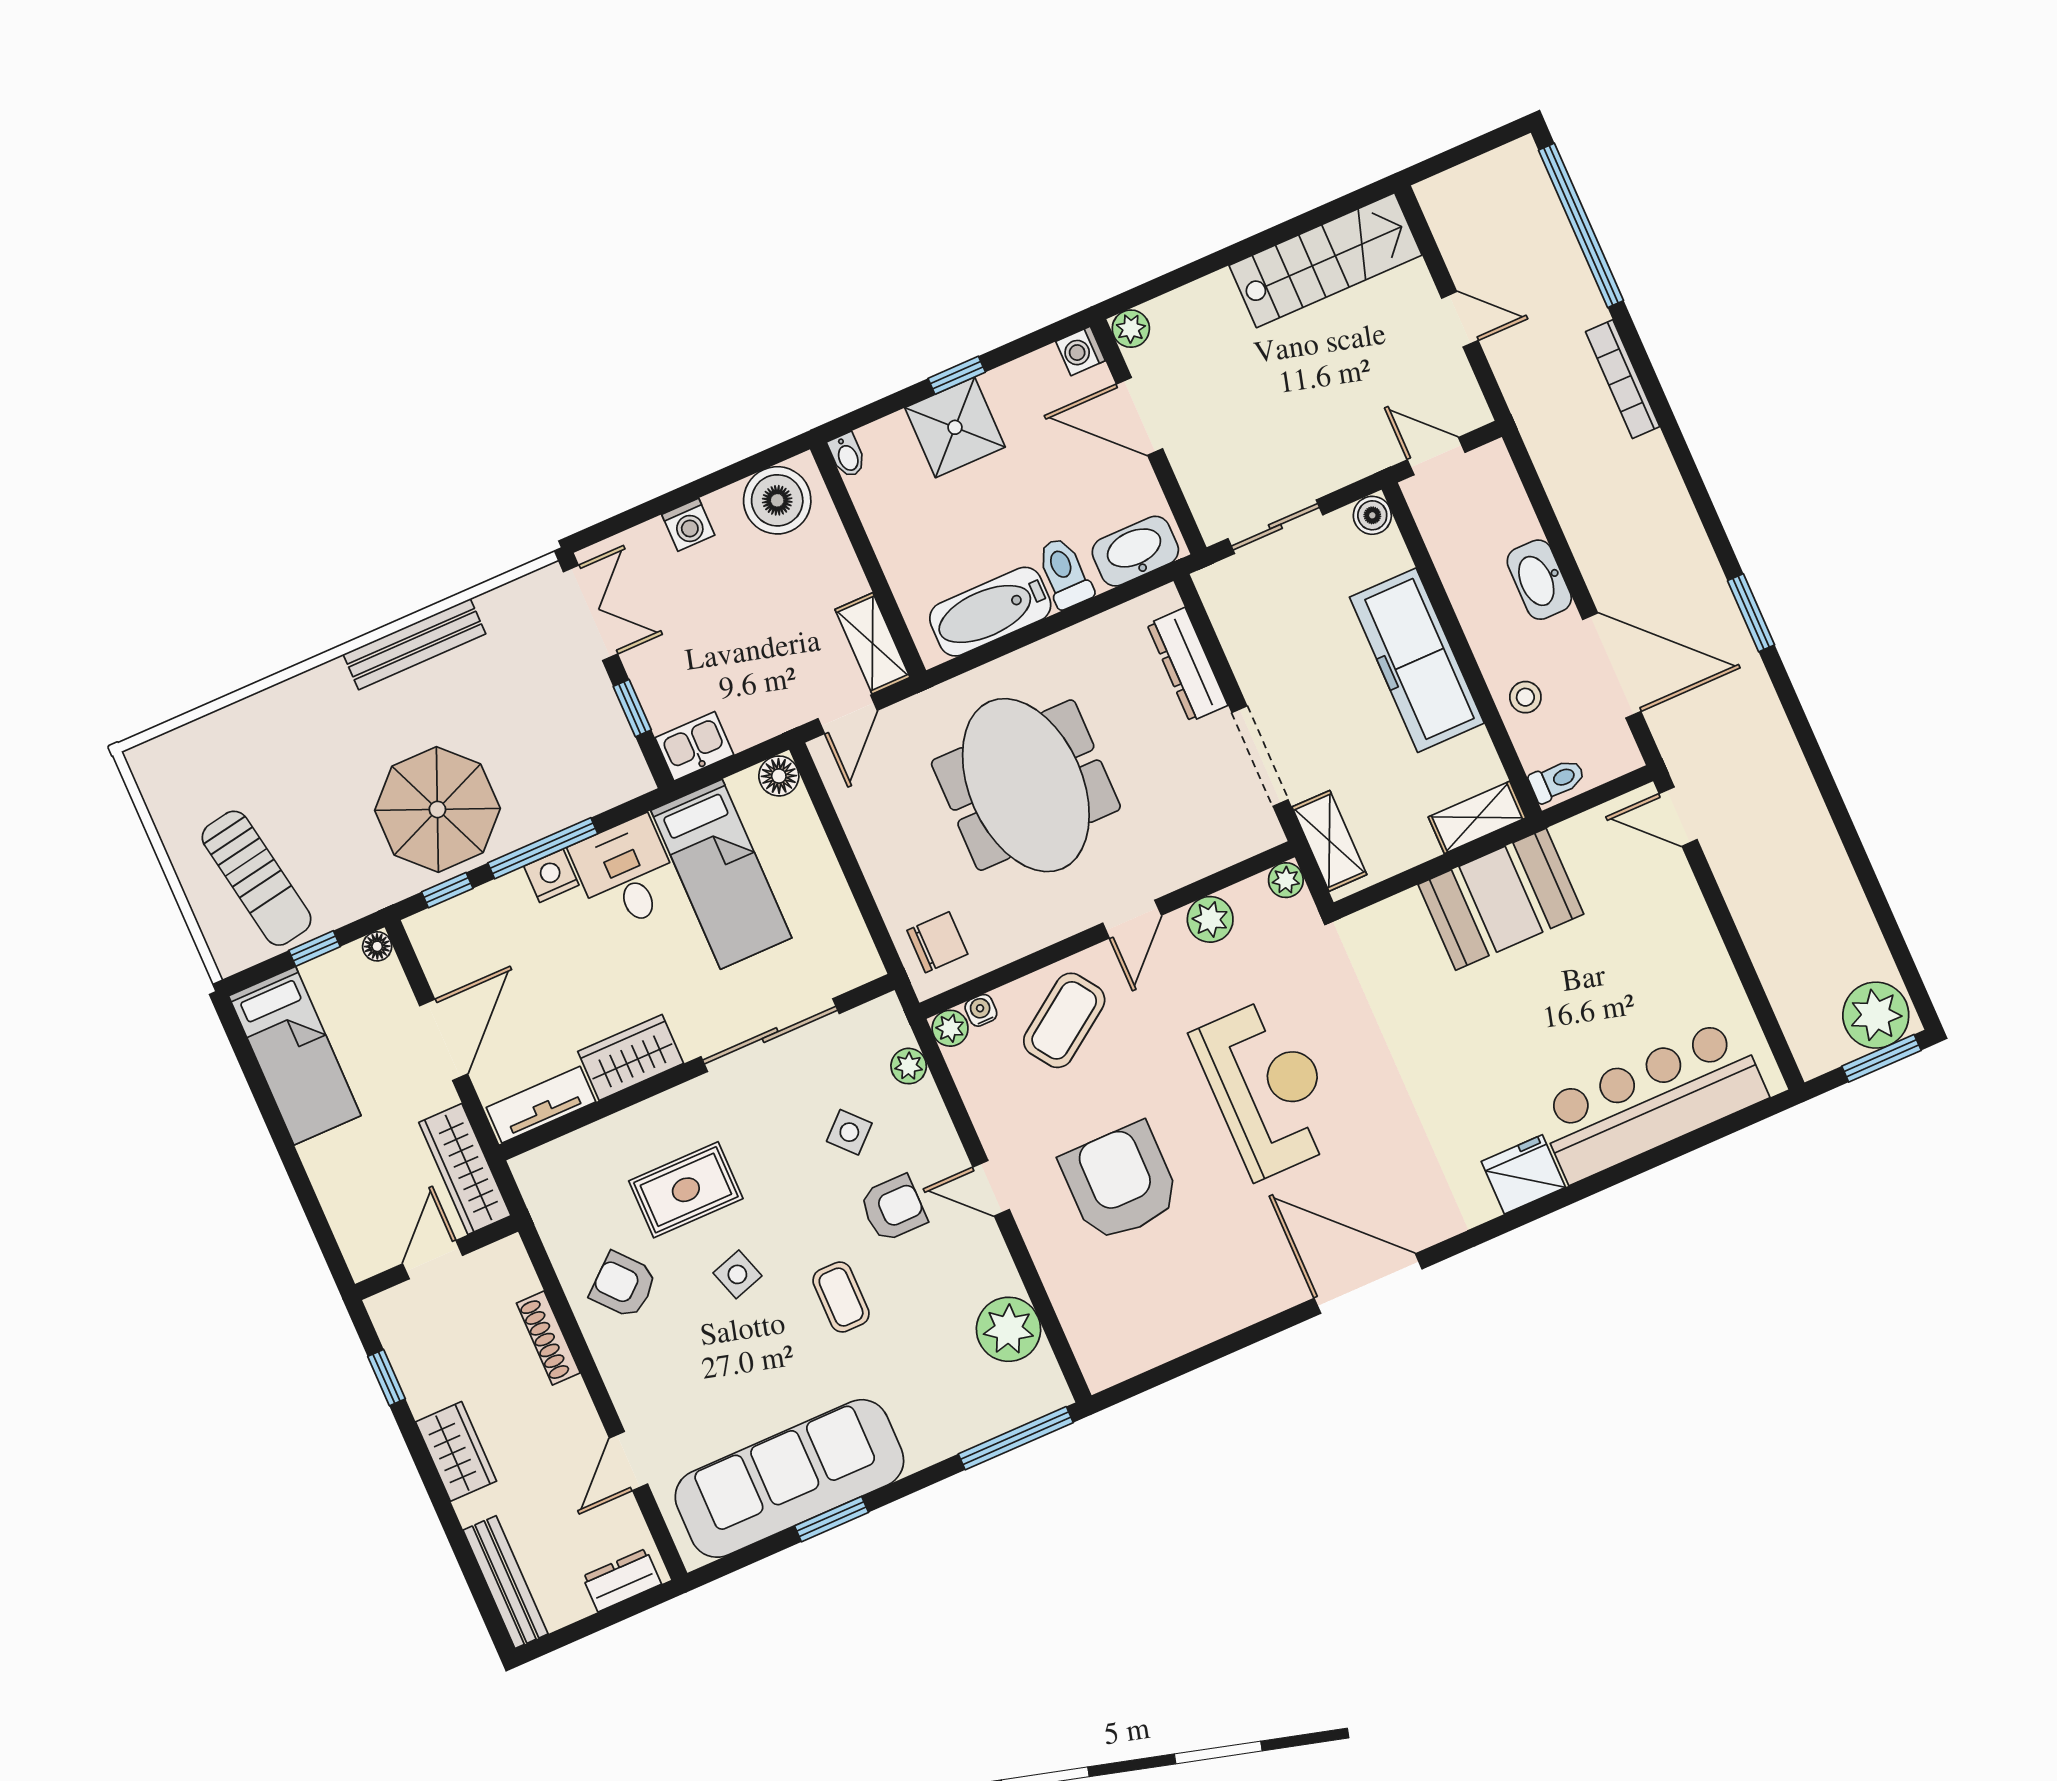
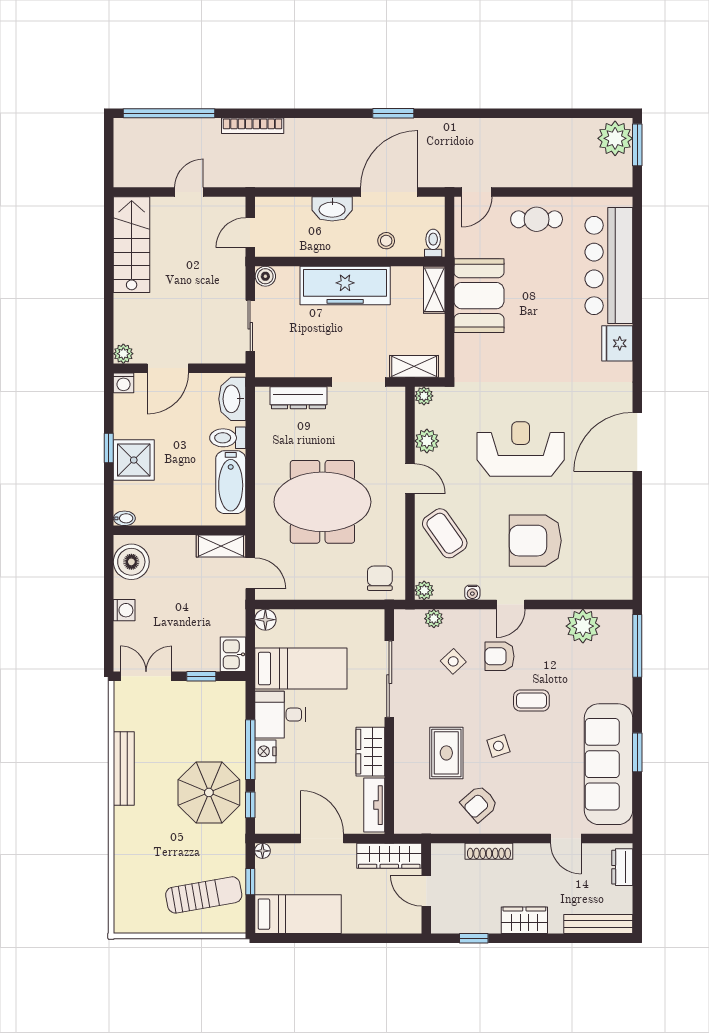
cafe table: (1677, 941) -> (537, 219), added
water cooler: (981, 1010) -> (472, 592), moved, turned -90
armchair: (893, 1208) -> (499, 656), turned -90

